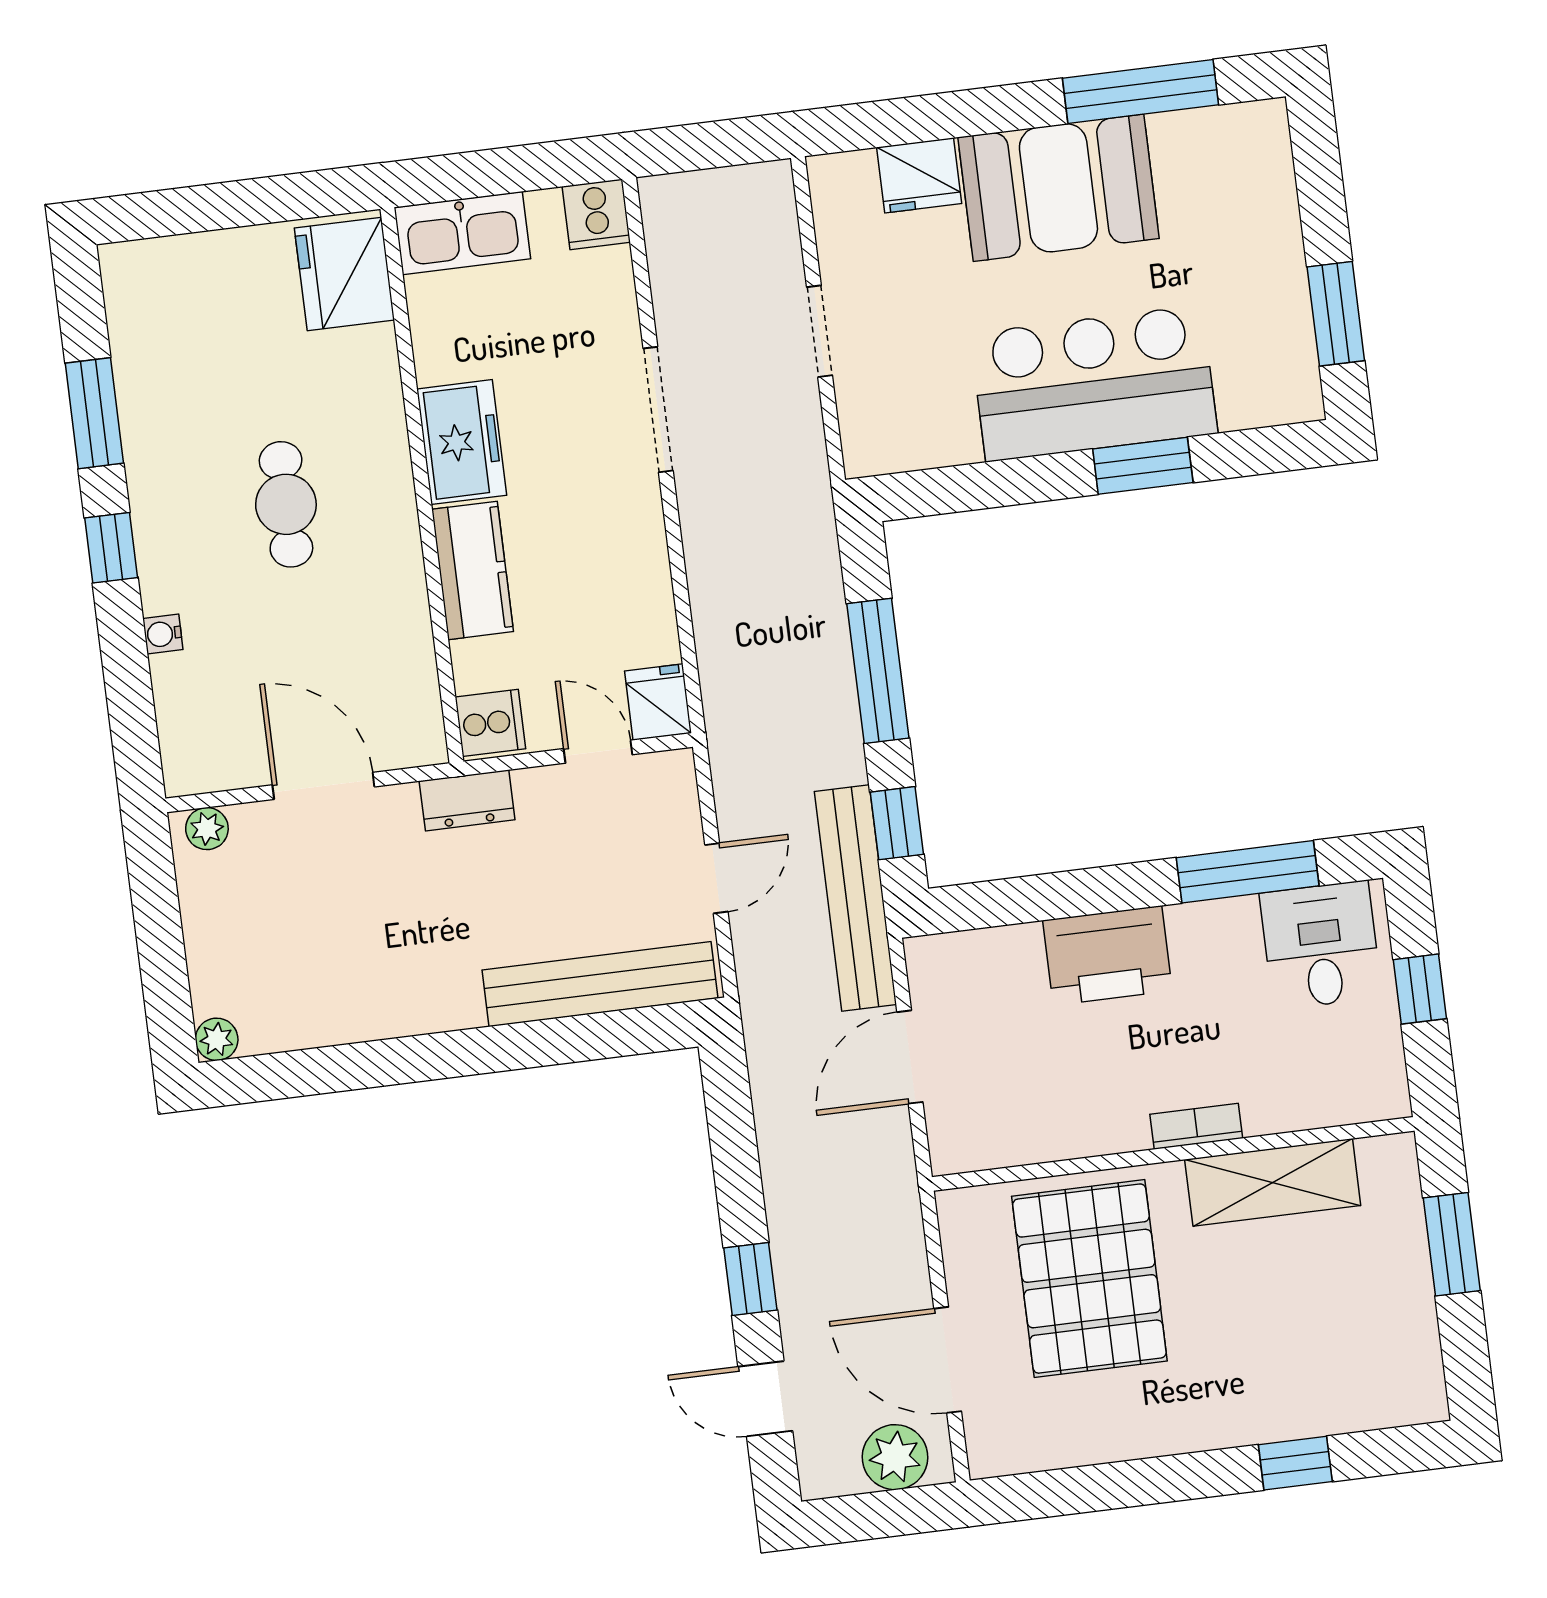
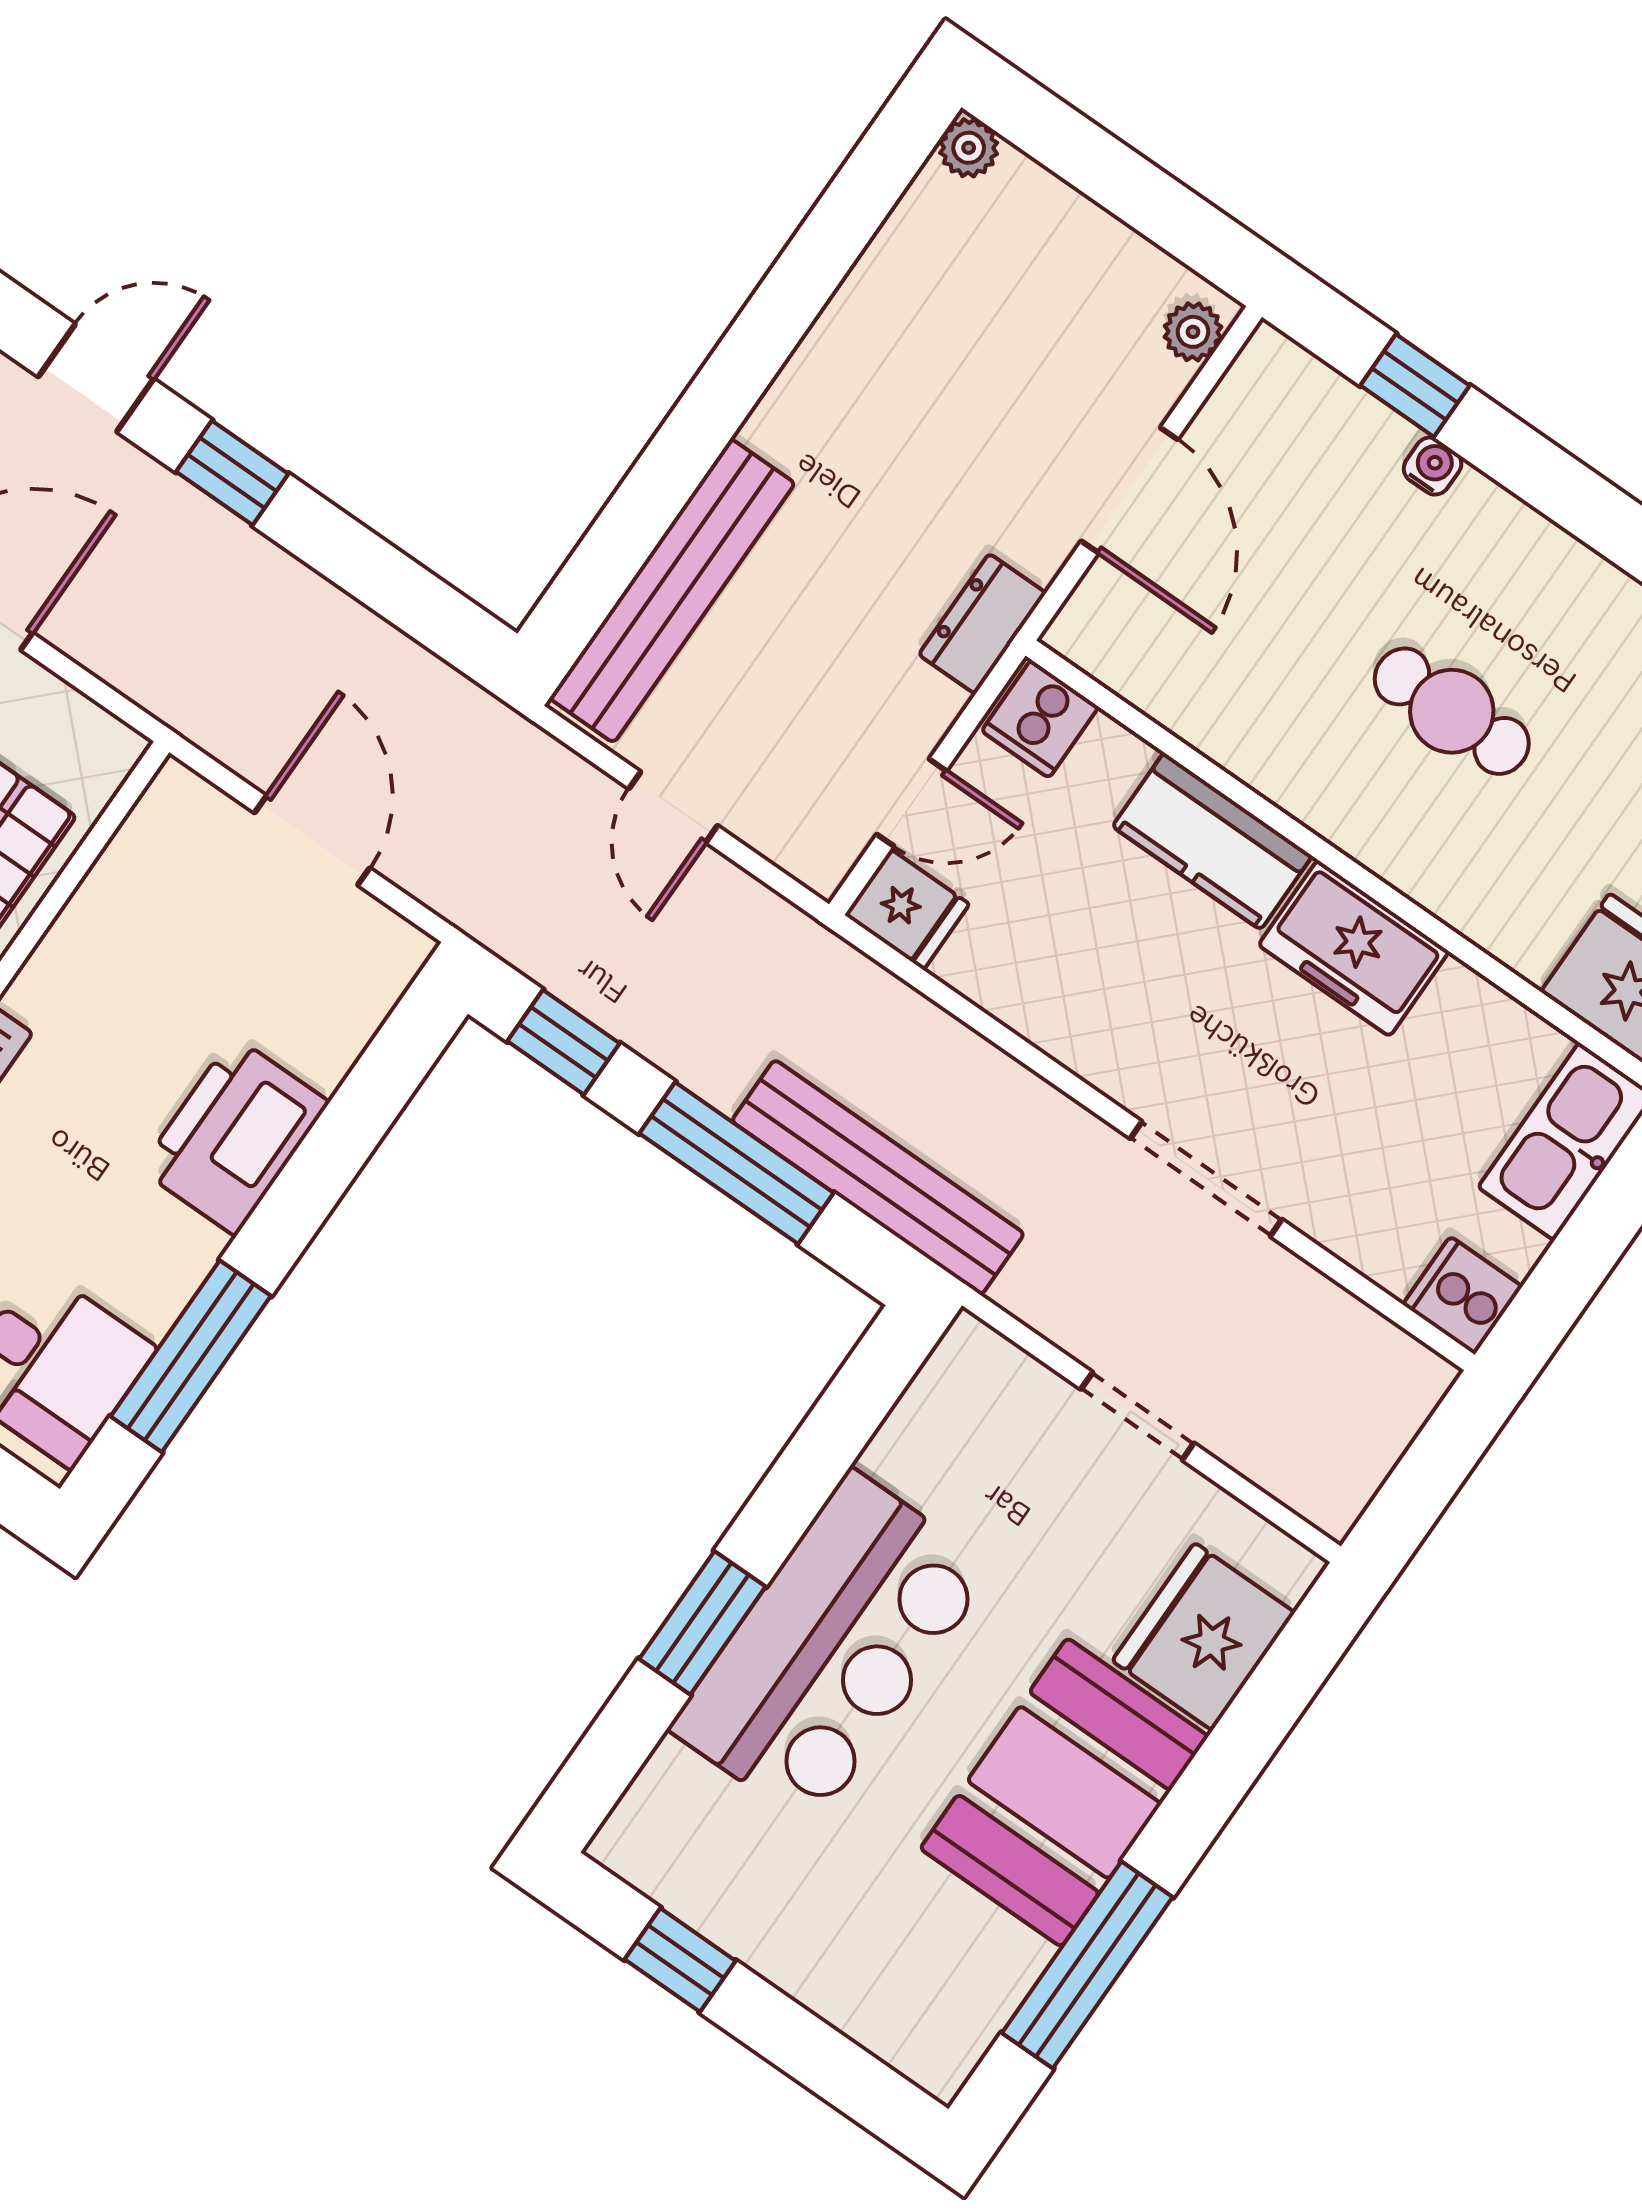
fridge: (919, 175) -> (1203, 1637), width x1.36, depth x1.34
window: (1336, 314) -> (680, 1960), width x0.67
window: (111, 548) -> (1415, 386), moved
door: (323, 786) -> (1129, 490), hinge flipped
bench: (856, 898) -> (878, 1177), moved

